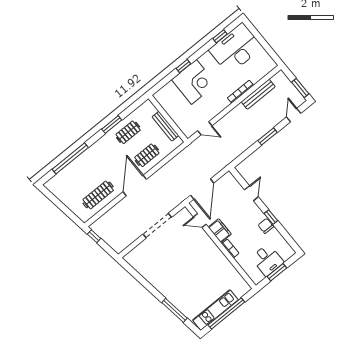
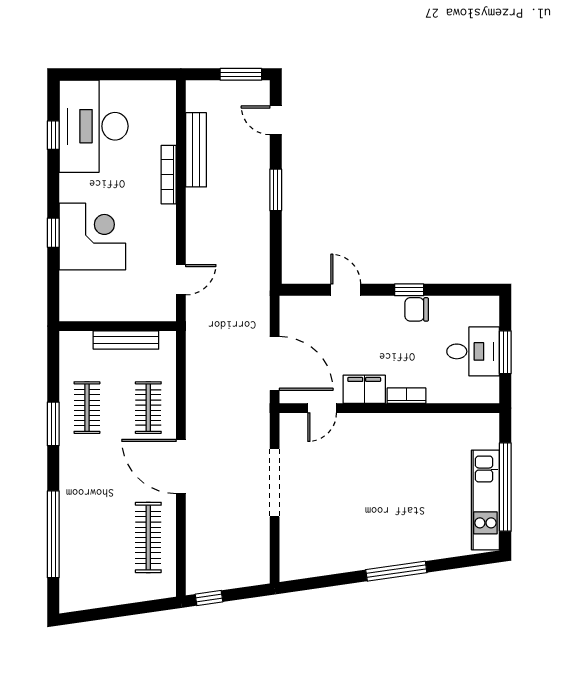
window: (174, 310) -> (396, 571), moved

